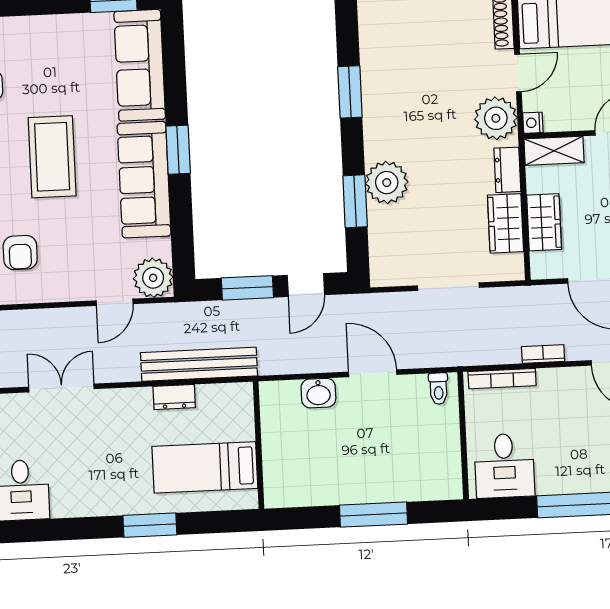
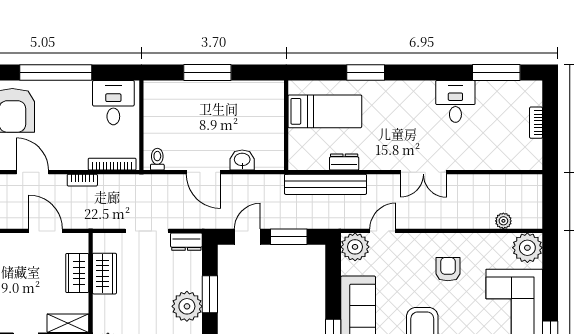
dresser: (507, 170) -> (186, 242), moved, turned 90

